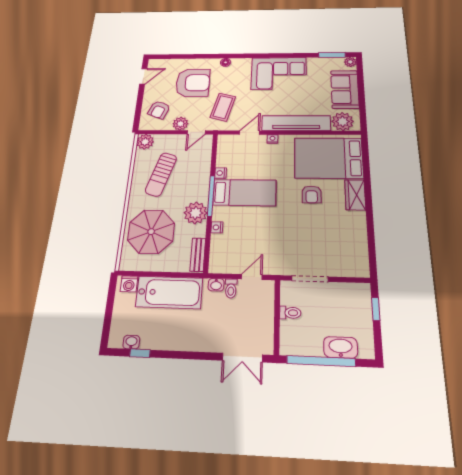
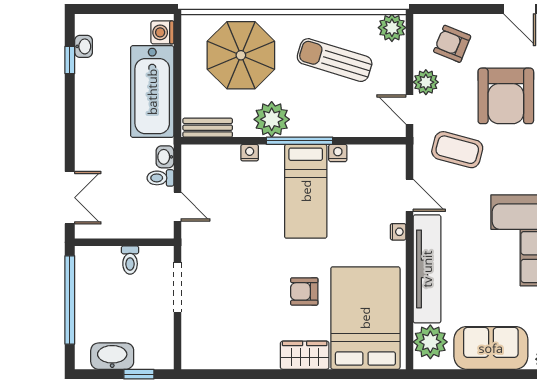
washbasin: (341, 347) -> (112, 356), moved, turned -90
double door: (242, 358) -> (70, 198), swing flipped

